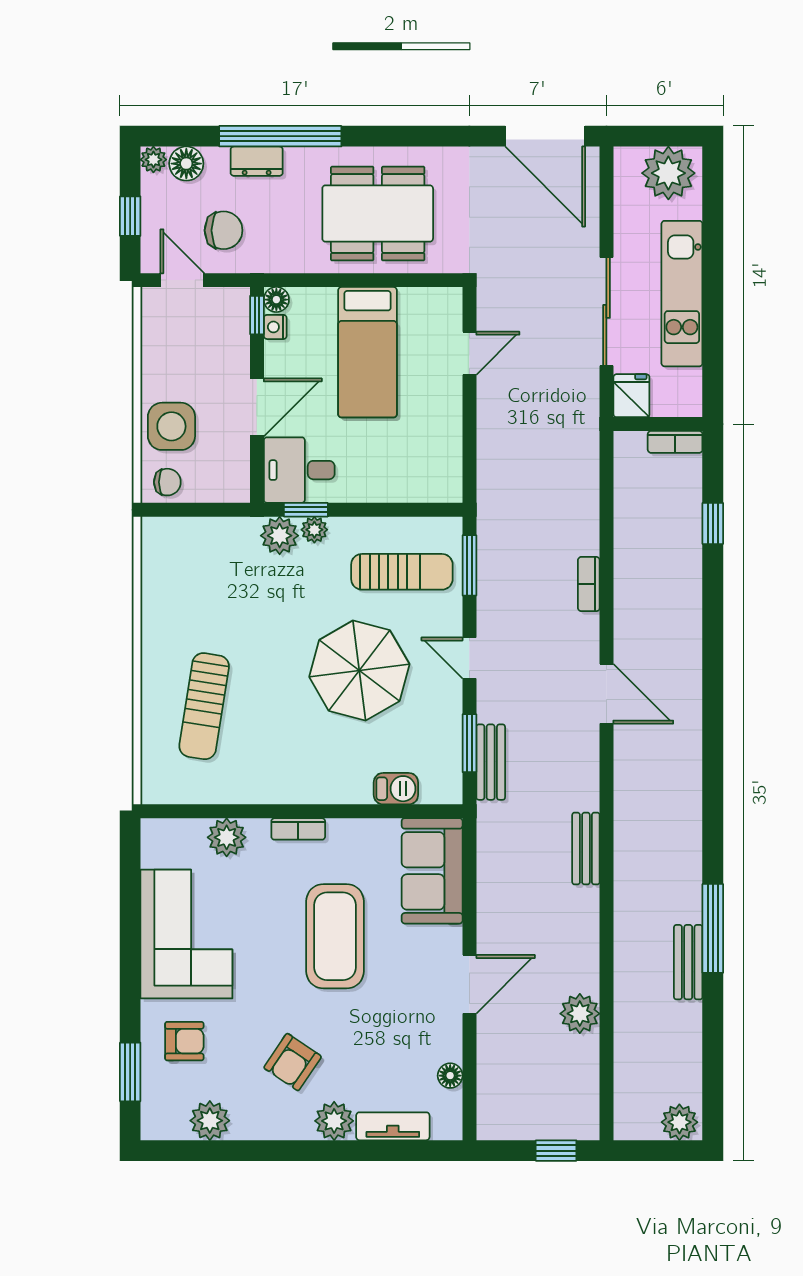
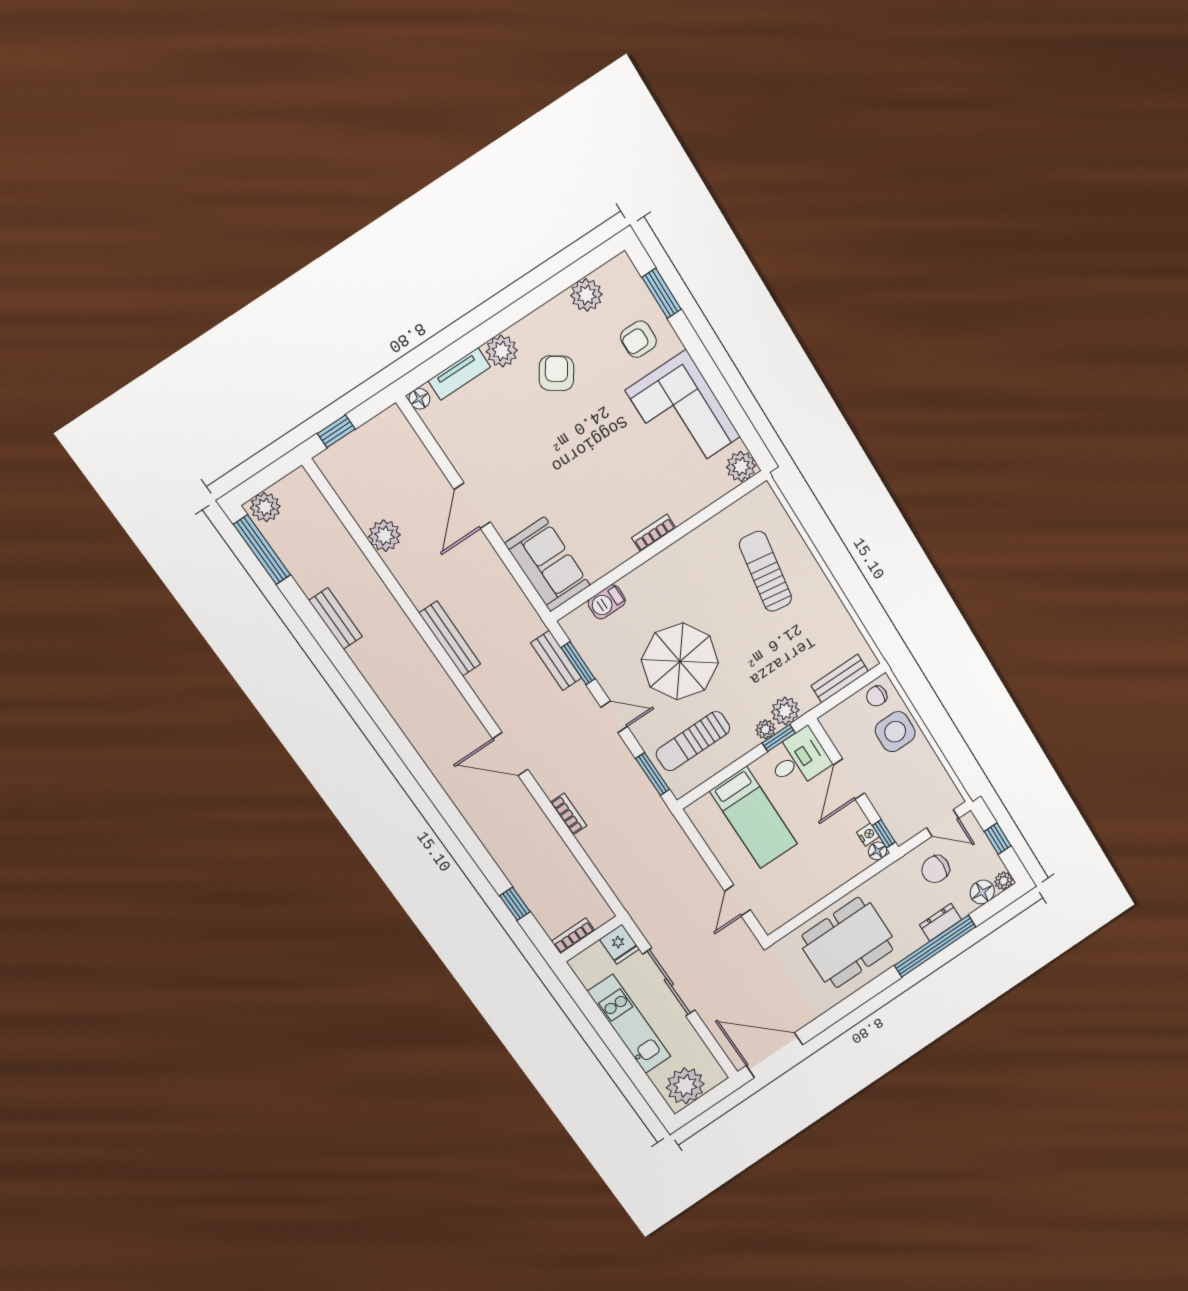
bed: (368, 352) -> (754, 817), moved, turned 180
bench: (196, 531) -> (840, 678), added
plant: (227, 837) -> (741, 466), moved
bench: (586, 849) -> (450, 639), width x1.36
window: (713, 928) -> (262, 550), moved
coffee table: (335, 936) -> (583, 478), removed
floor lamp: (450, 1076) -> (419, 399), moved

